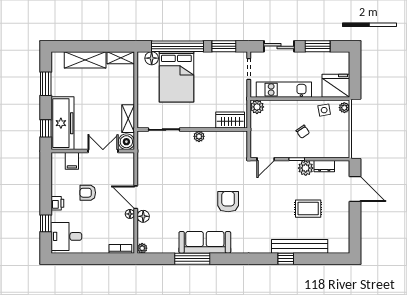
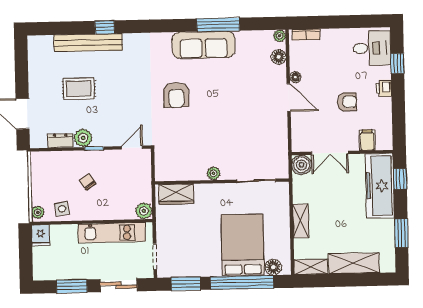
fridge: (336, 86) -> (41, 235), width x0.53, depth x0.75
shelving: (128, 119) -> (301, 221), moved
floor lamp: (143, 216) -> (279, 57), moved

